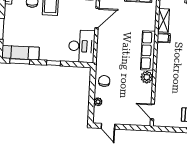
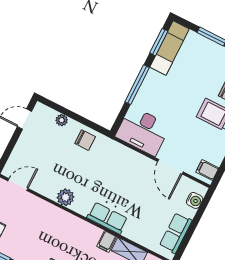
row of seats: (148, 50) -> (107, 218), width x0.68
window: (53, 63) -> (137, 85), width x2.17

